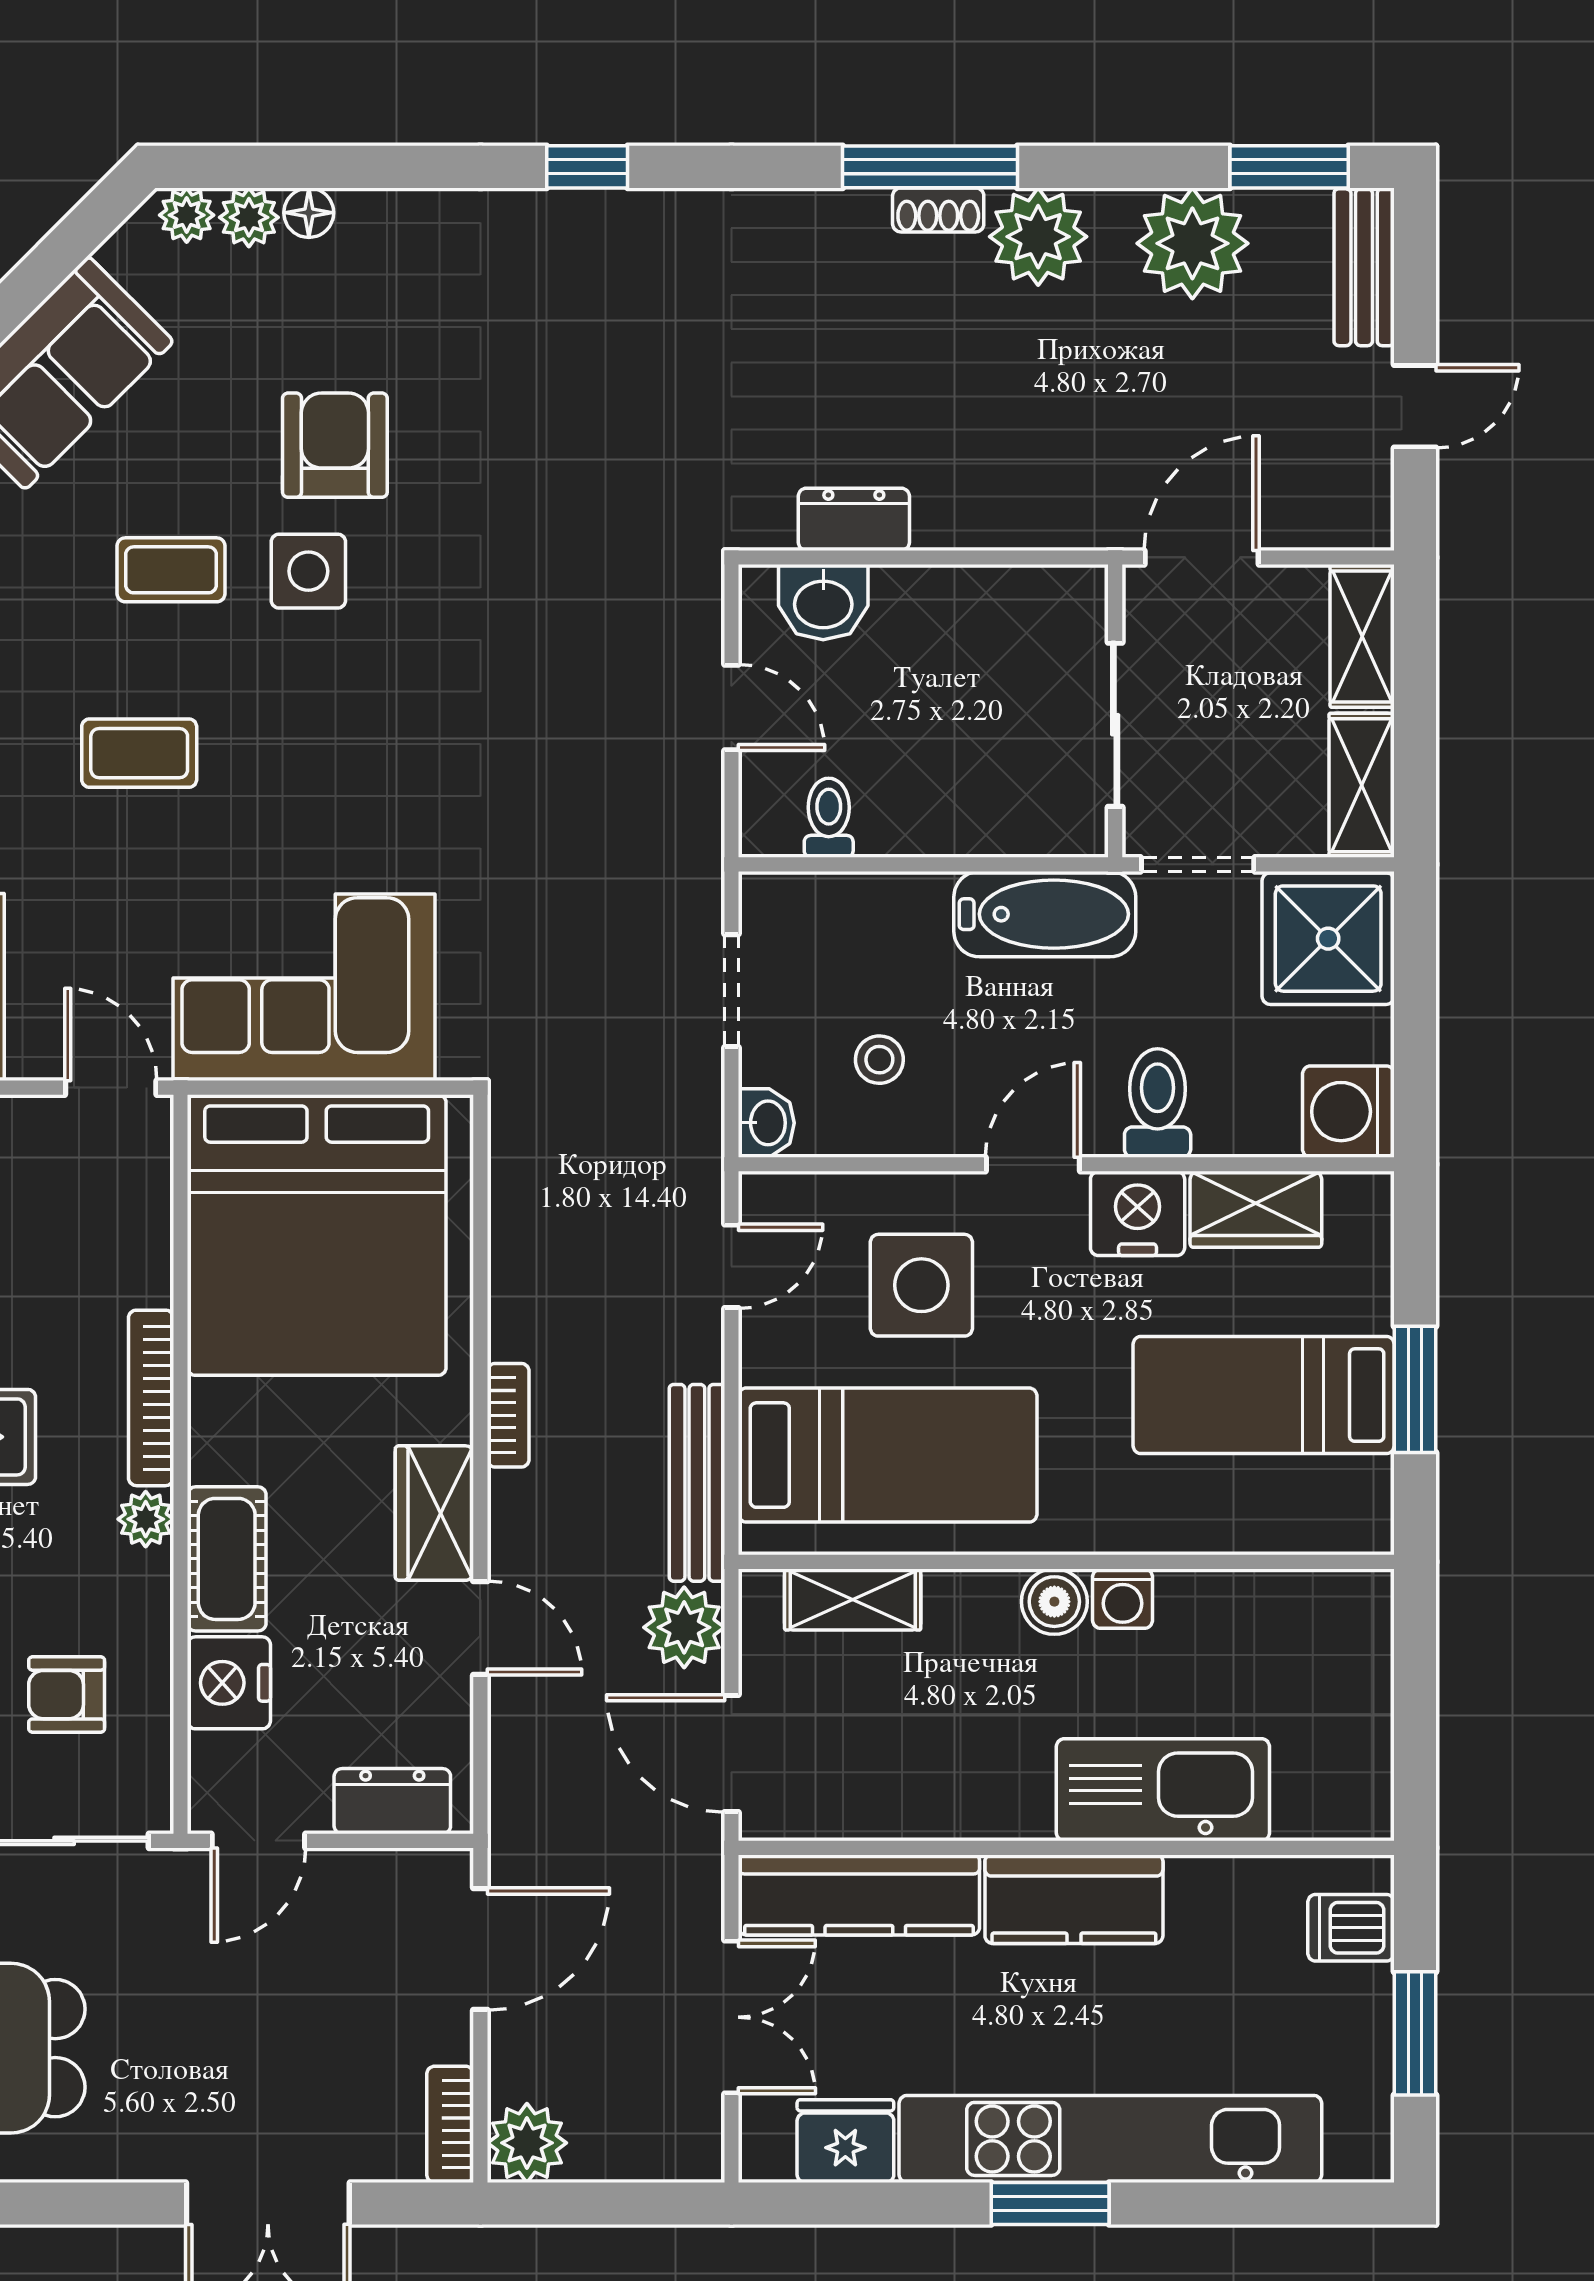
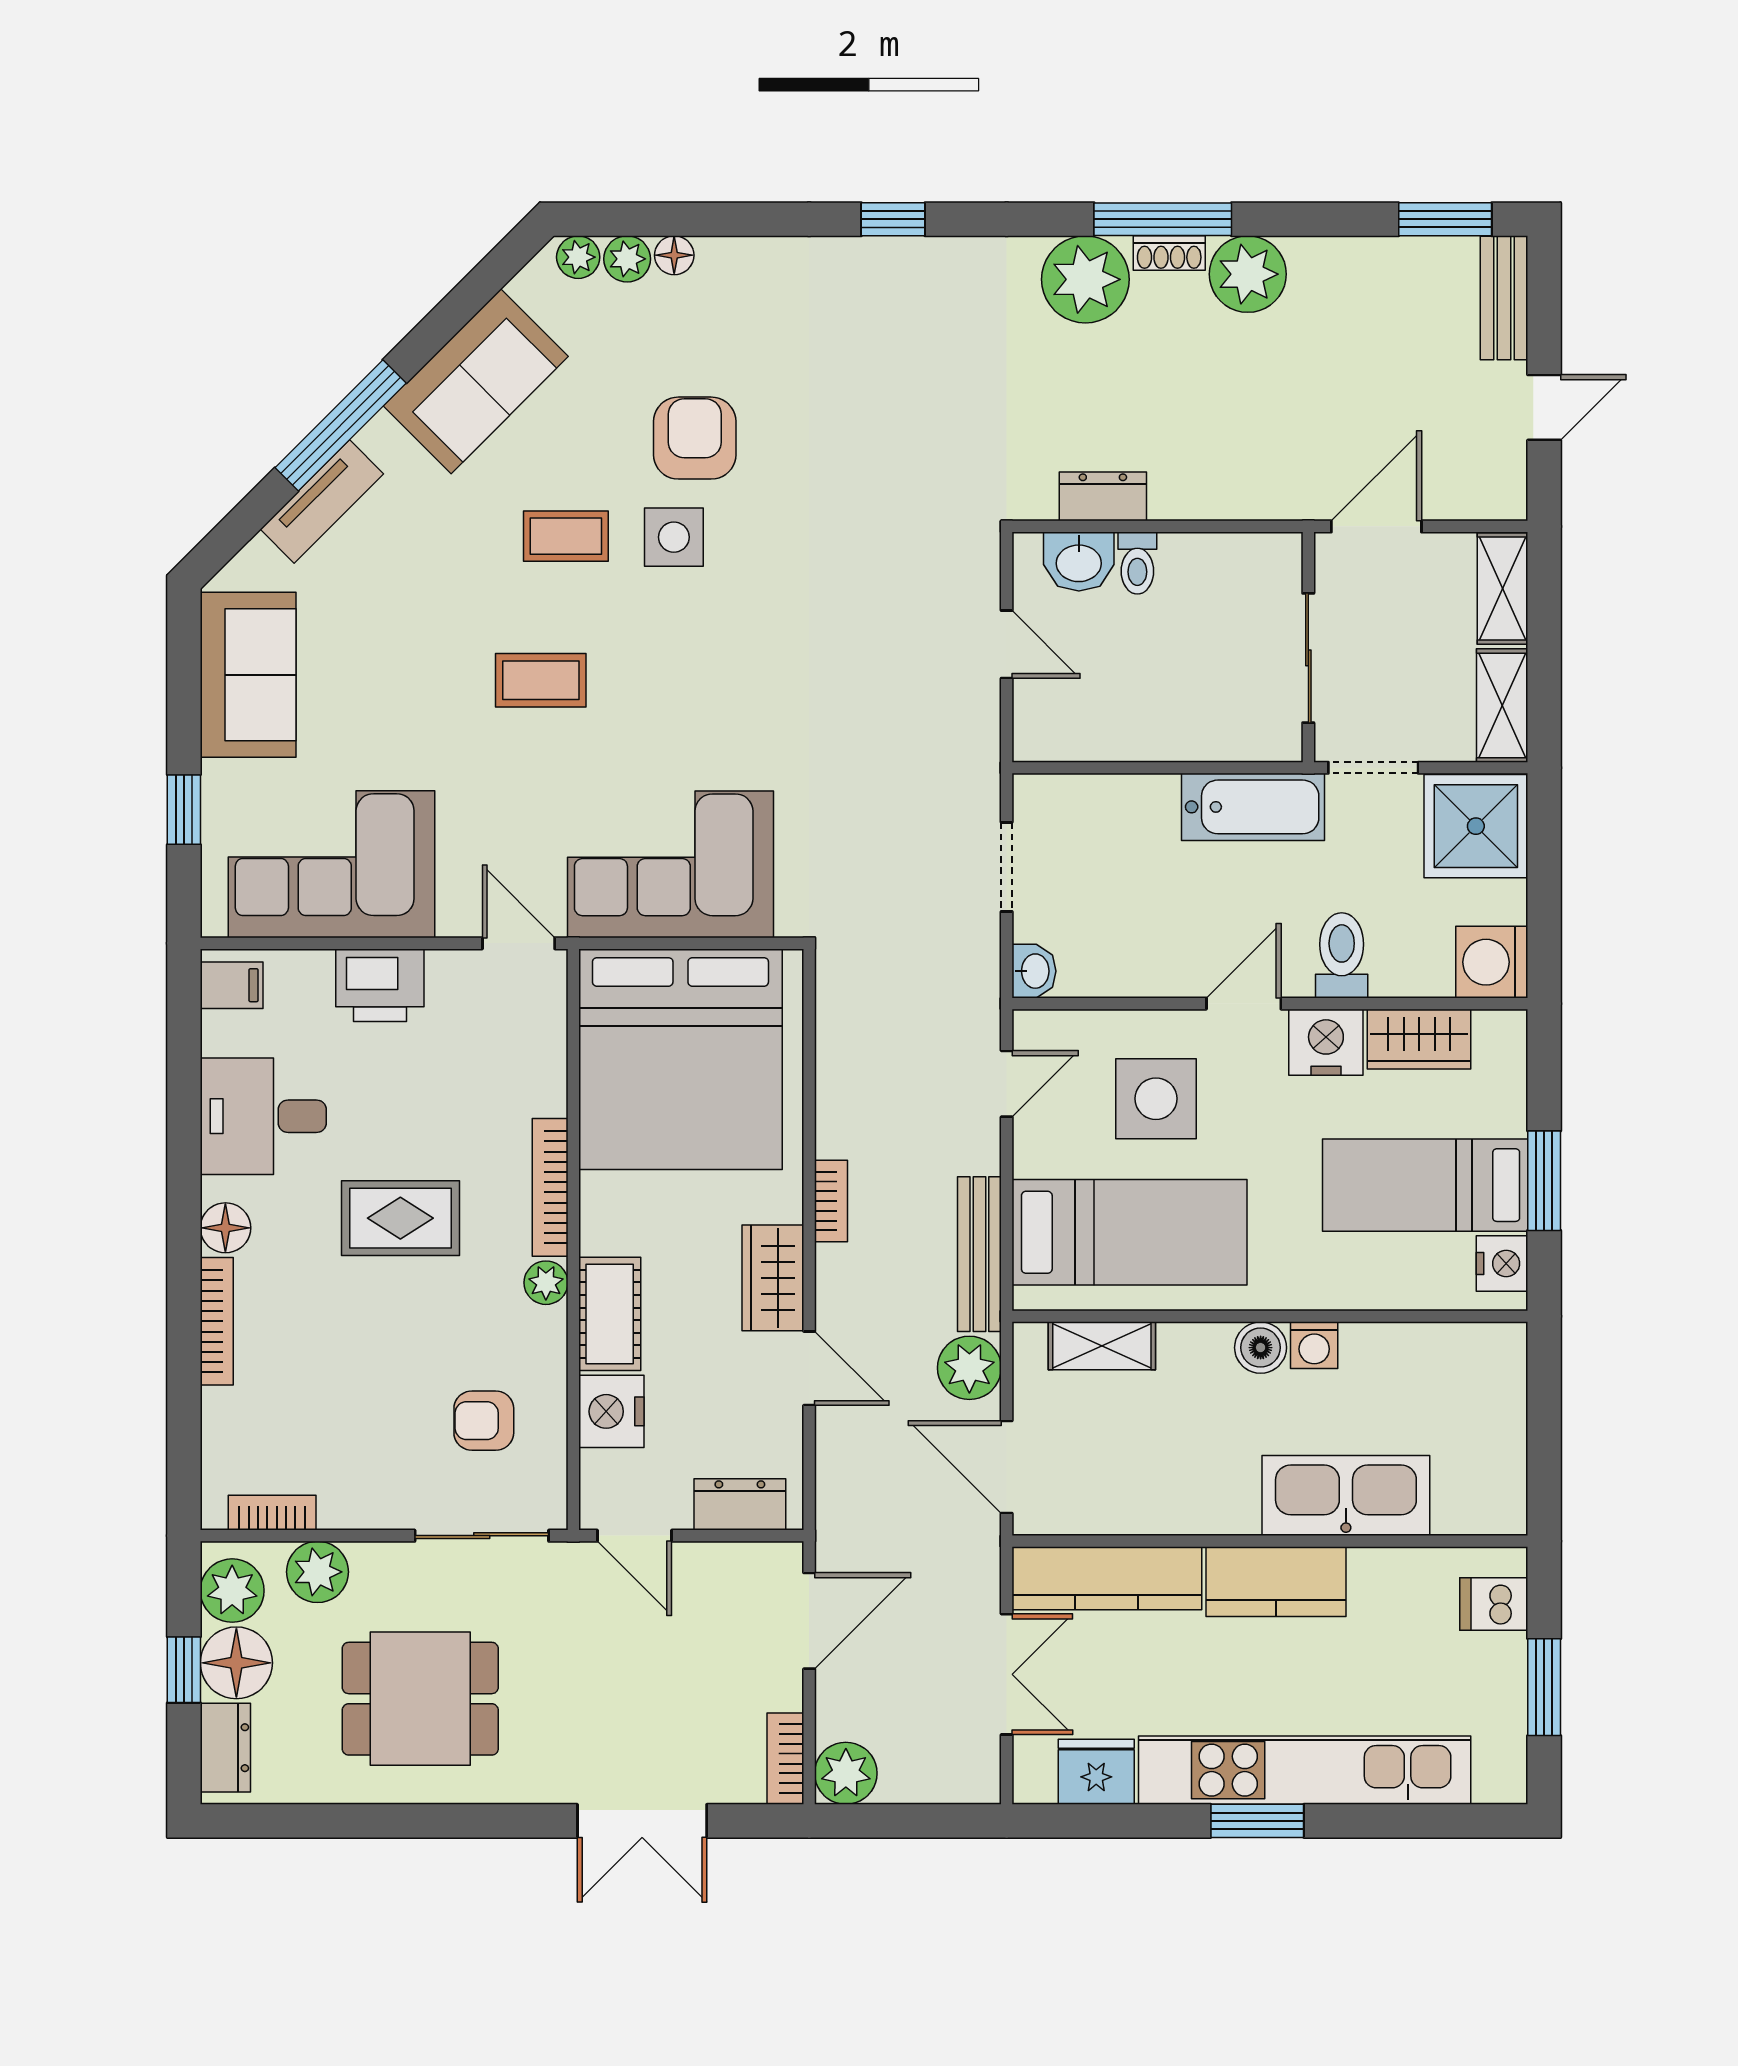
plant: (1192, 243) -> (1085, 279), moved
toilet: (829, 818) -> (1137, 563), moved, turned 180
stool: (879, 1060) -> (1123, 921), removed
nightstand: (1361, 1495) -> (1502, 1264), added
door: (258, 1841) -> (634, 1536), hinge flipped

